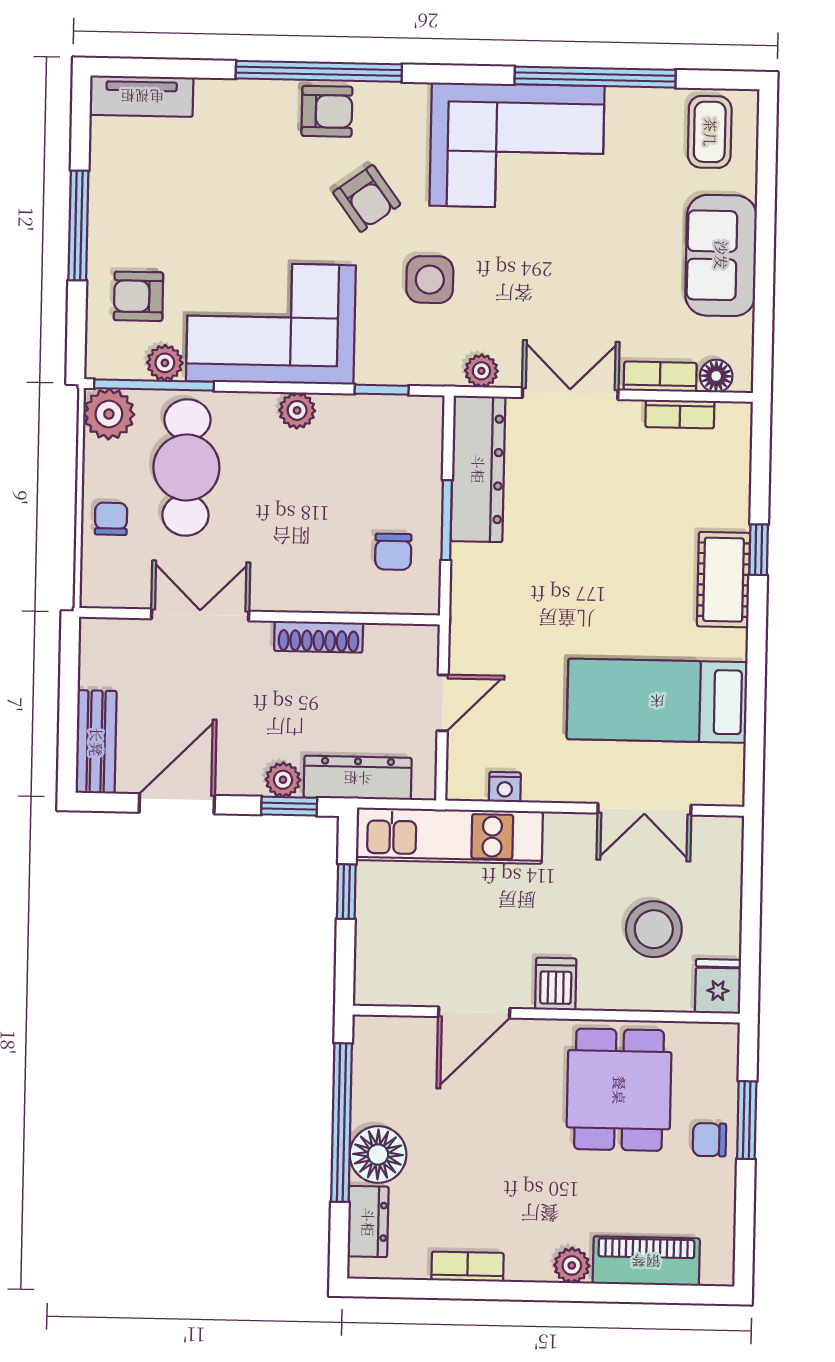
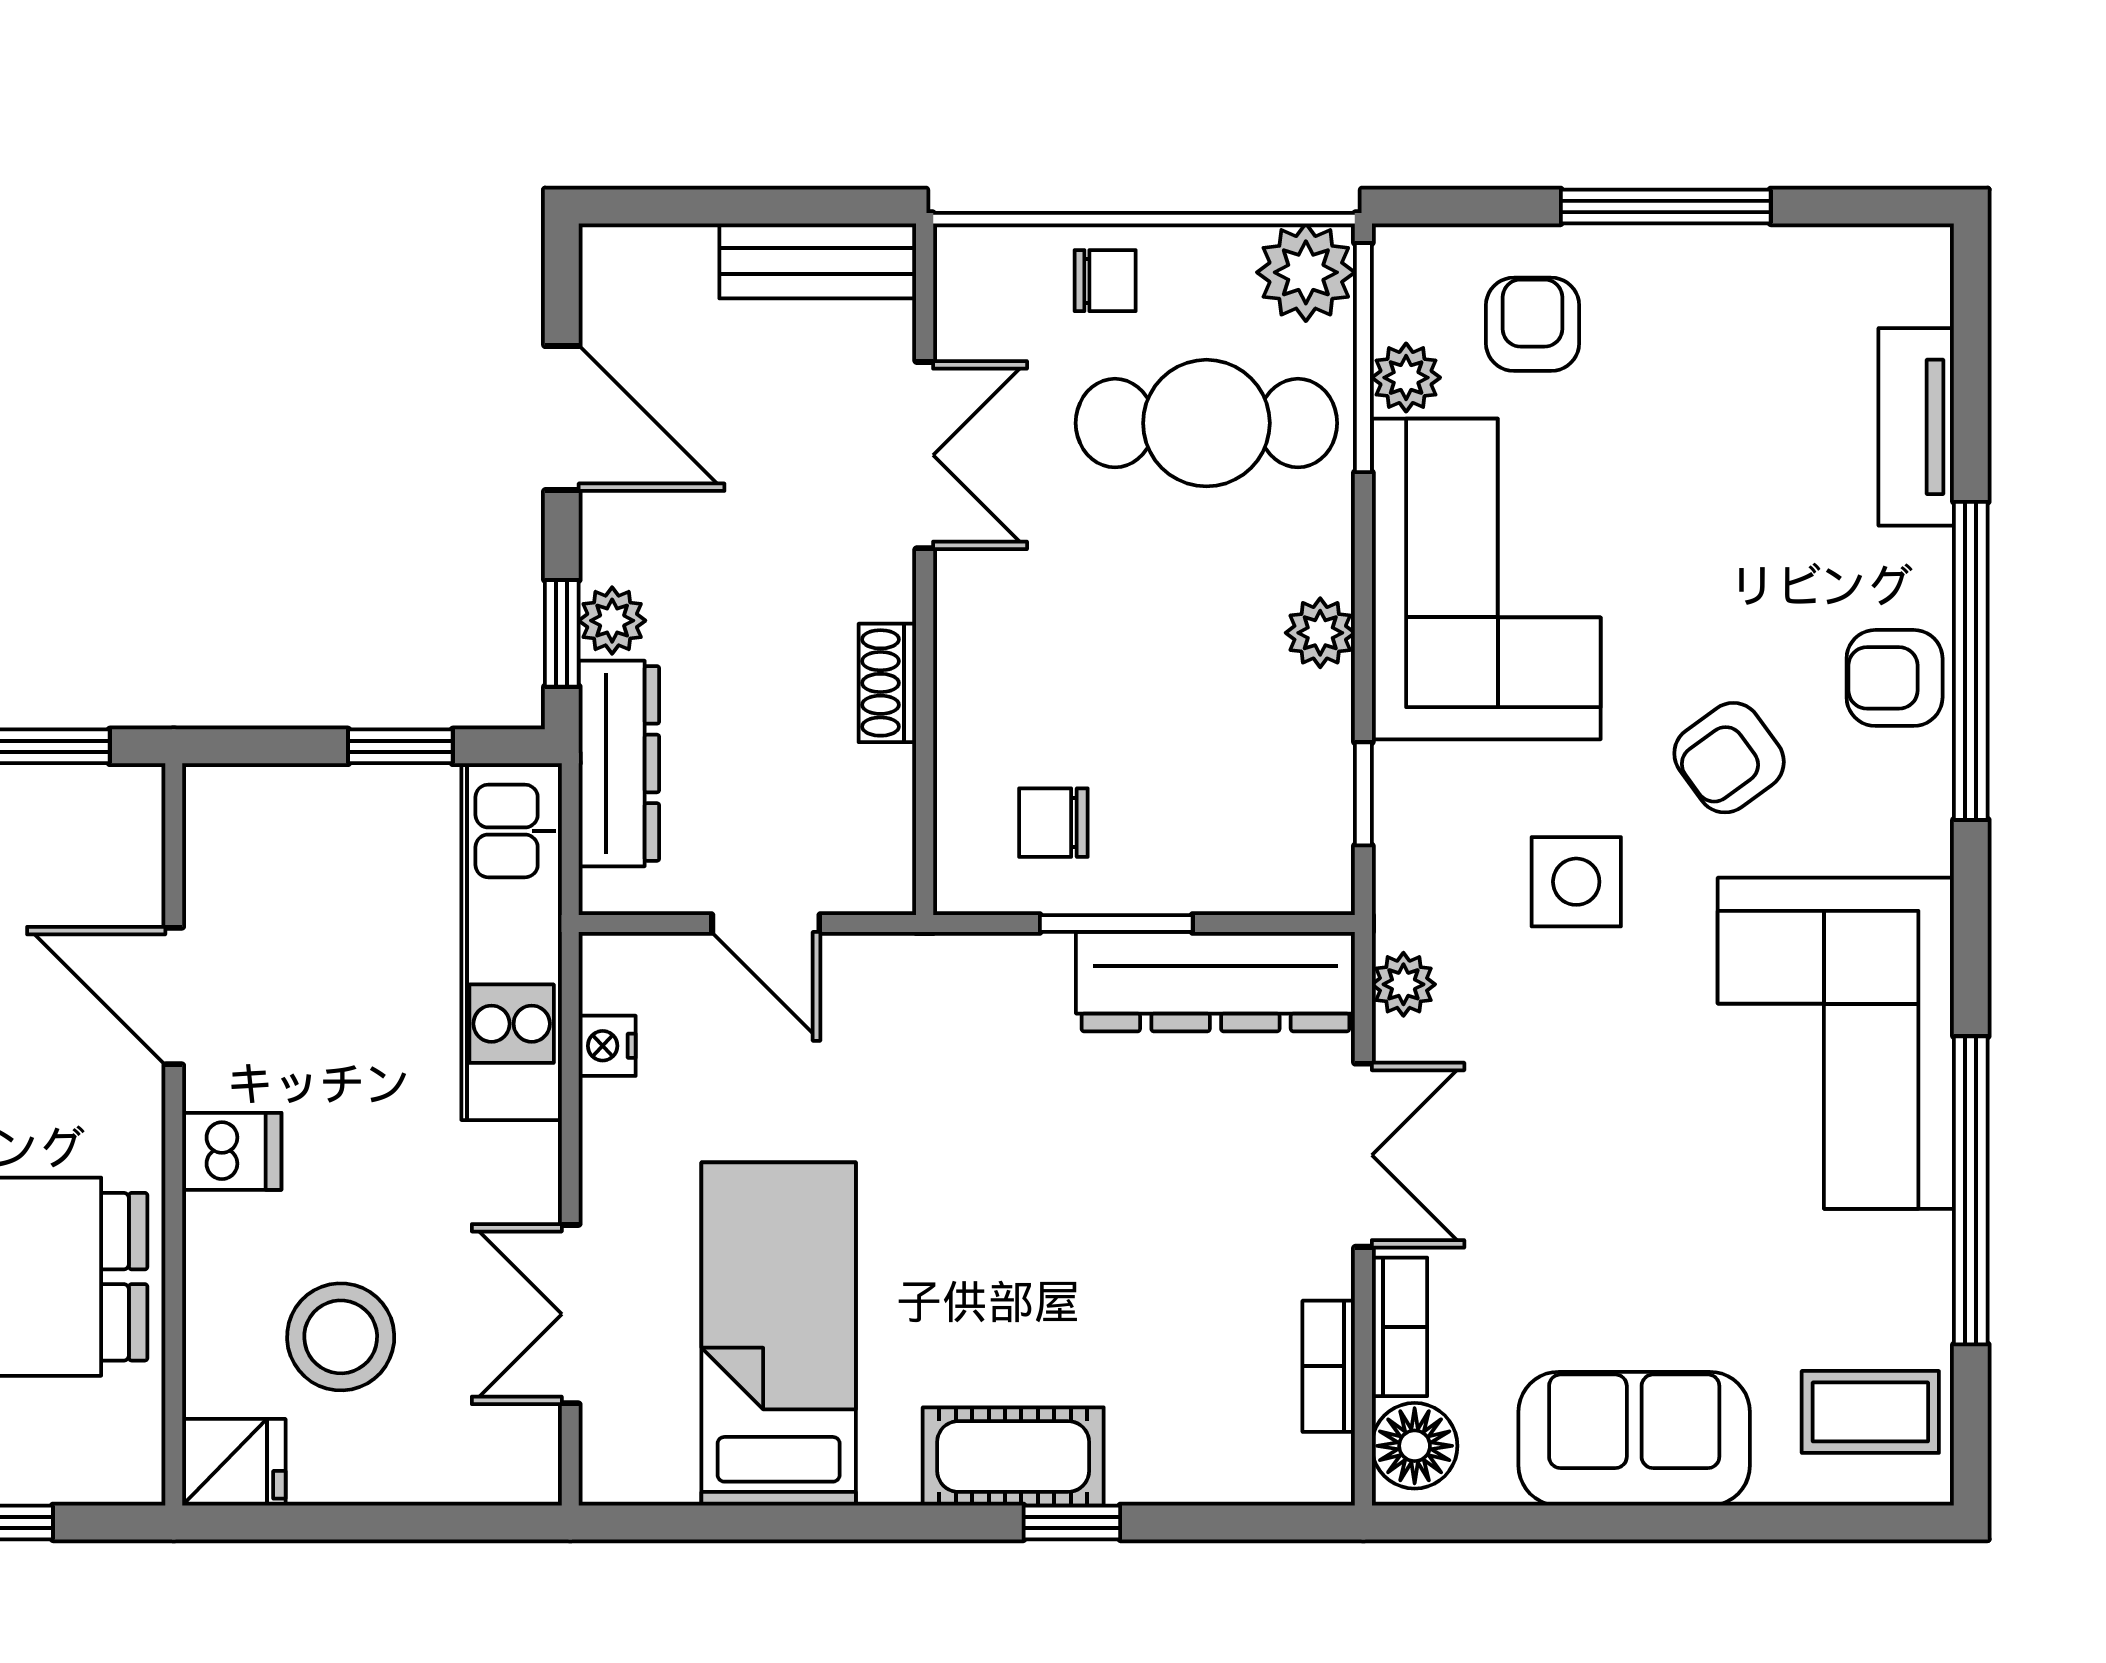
tv unit: (142, 96) -> (1916, 427), moved
armchair: (327, 111) -> (1895, 678), turned 90
floor lamp: (716, 376) -> (1415, 1446), width x1.37, depth x1.37
shoe rack: (319, 637) -> (887, 683), width x0.70
bench: (96, 742) -> (818, 261), moved

